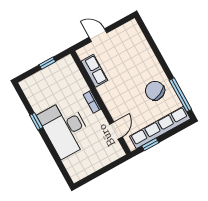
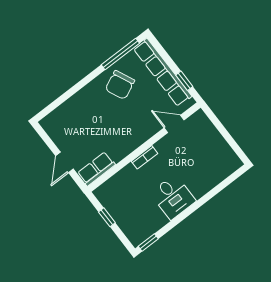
row of seats: (94, 71) -> (96, 169), moved
window: (36, 121) -> (148, 243), moved
desk: (65, 129) -> (173, 197), width x0.53, depth x0.77

